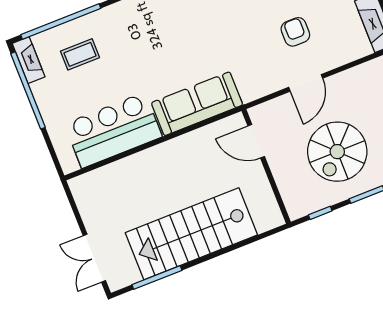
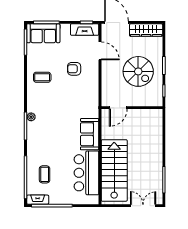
door: (306, 83) -> (100, 51), moved
sofa: (197, 104) -> (90, 134), width x0.73
stairs: (191, 234) -> (114, 170), moved, turned 180
double door: (94, 258) -> (143, 206), swing flipped

